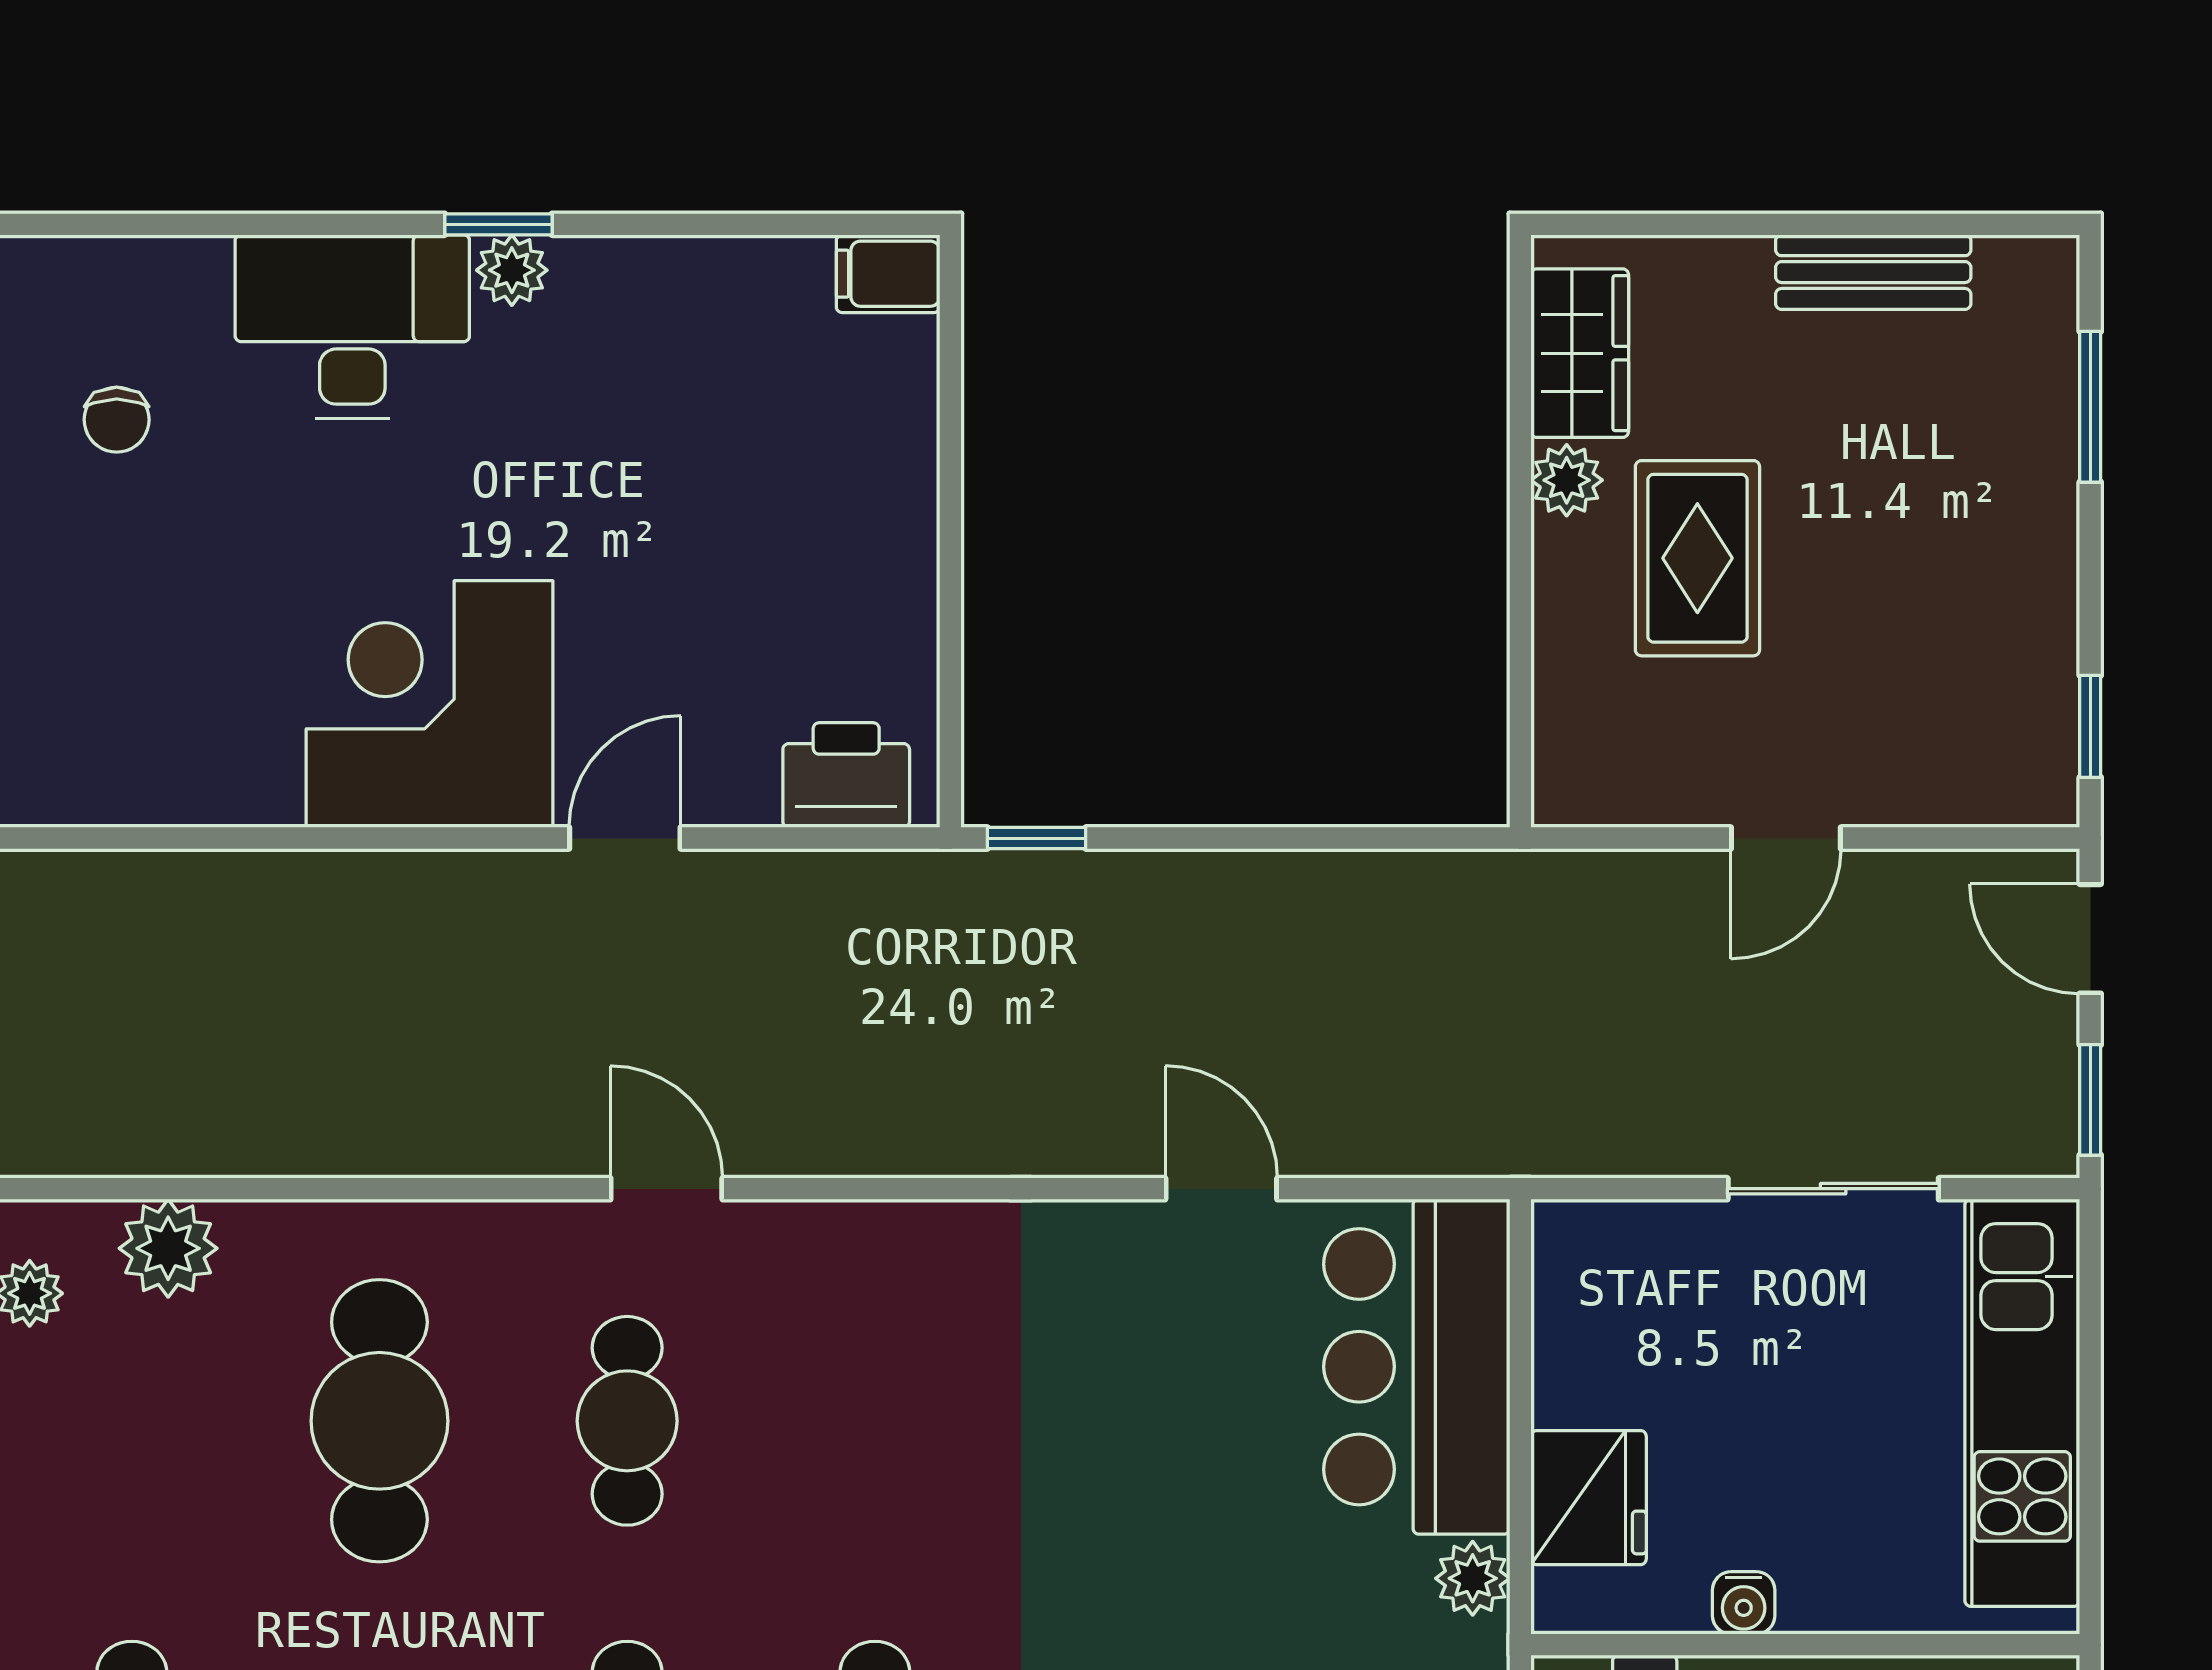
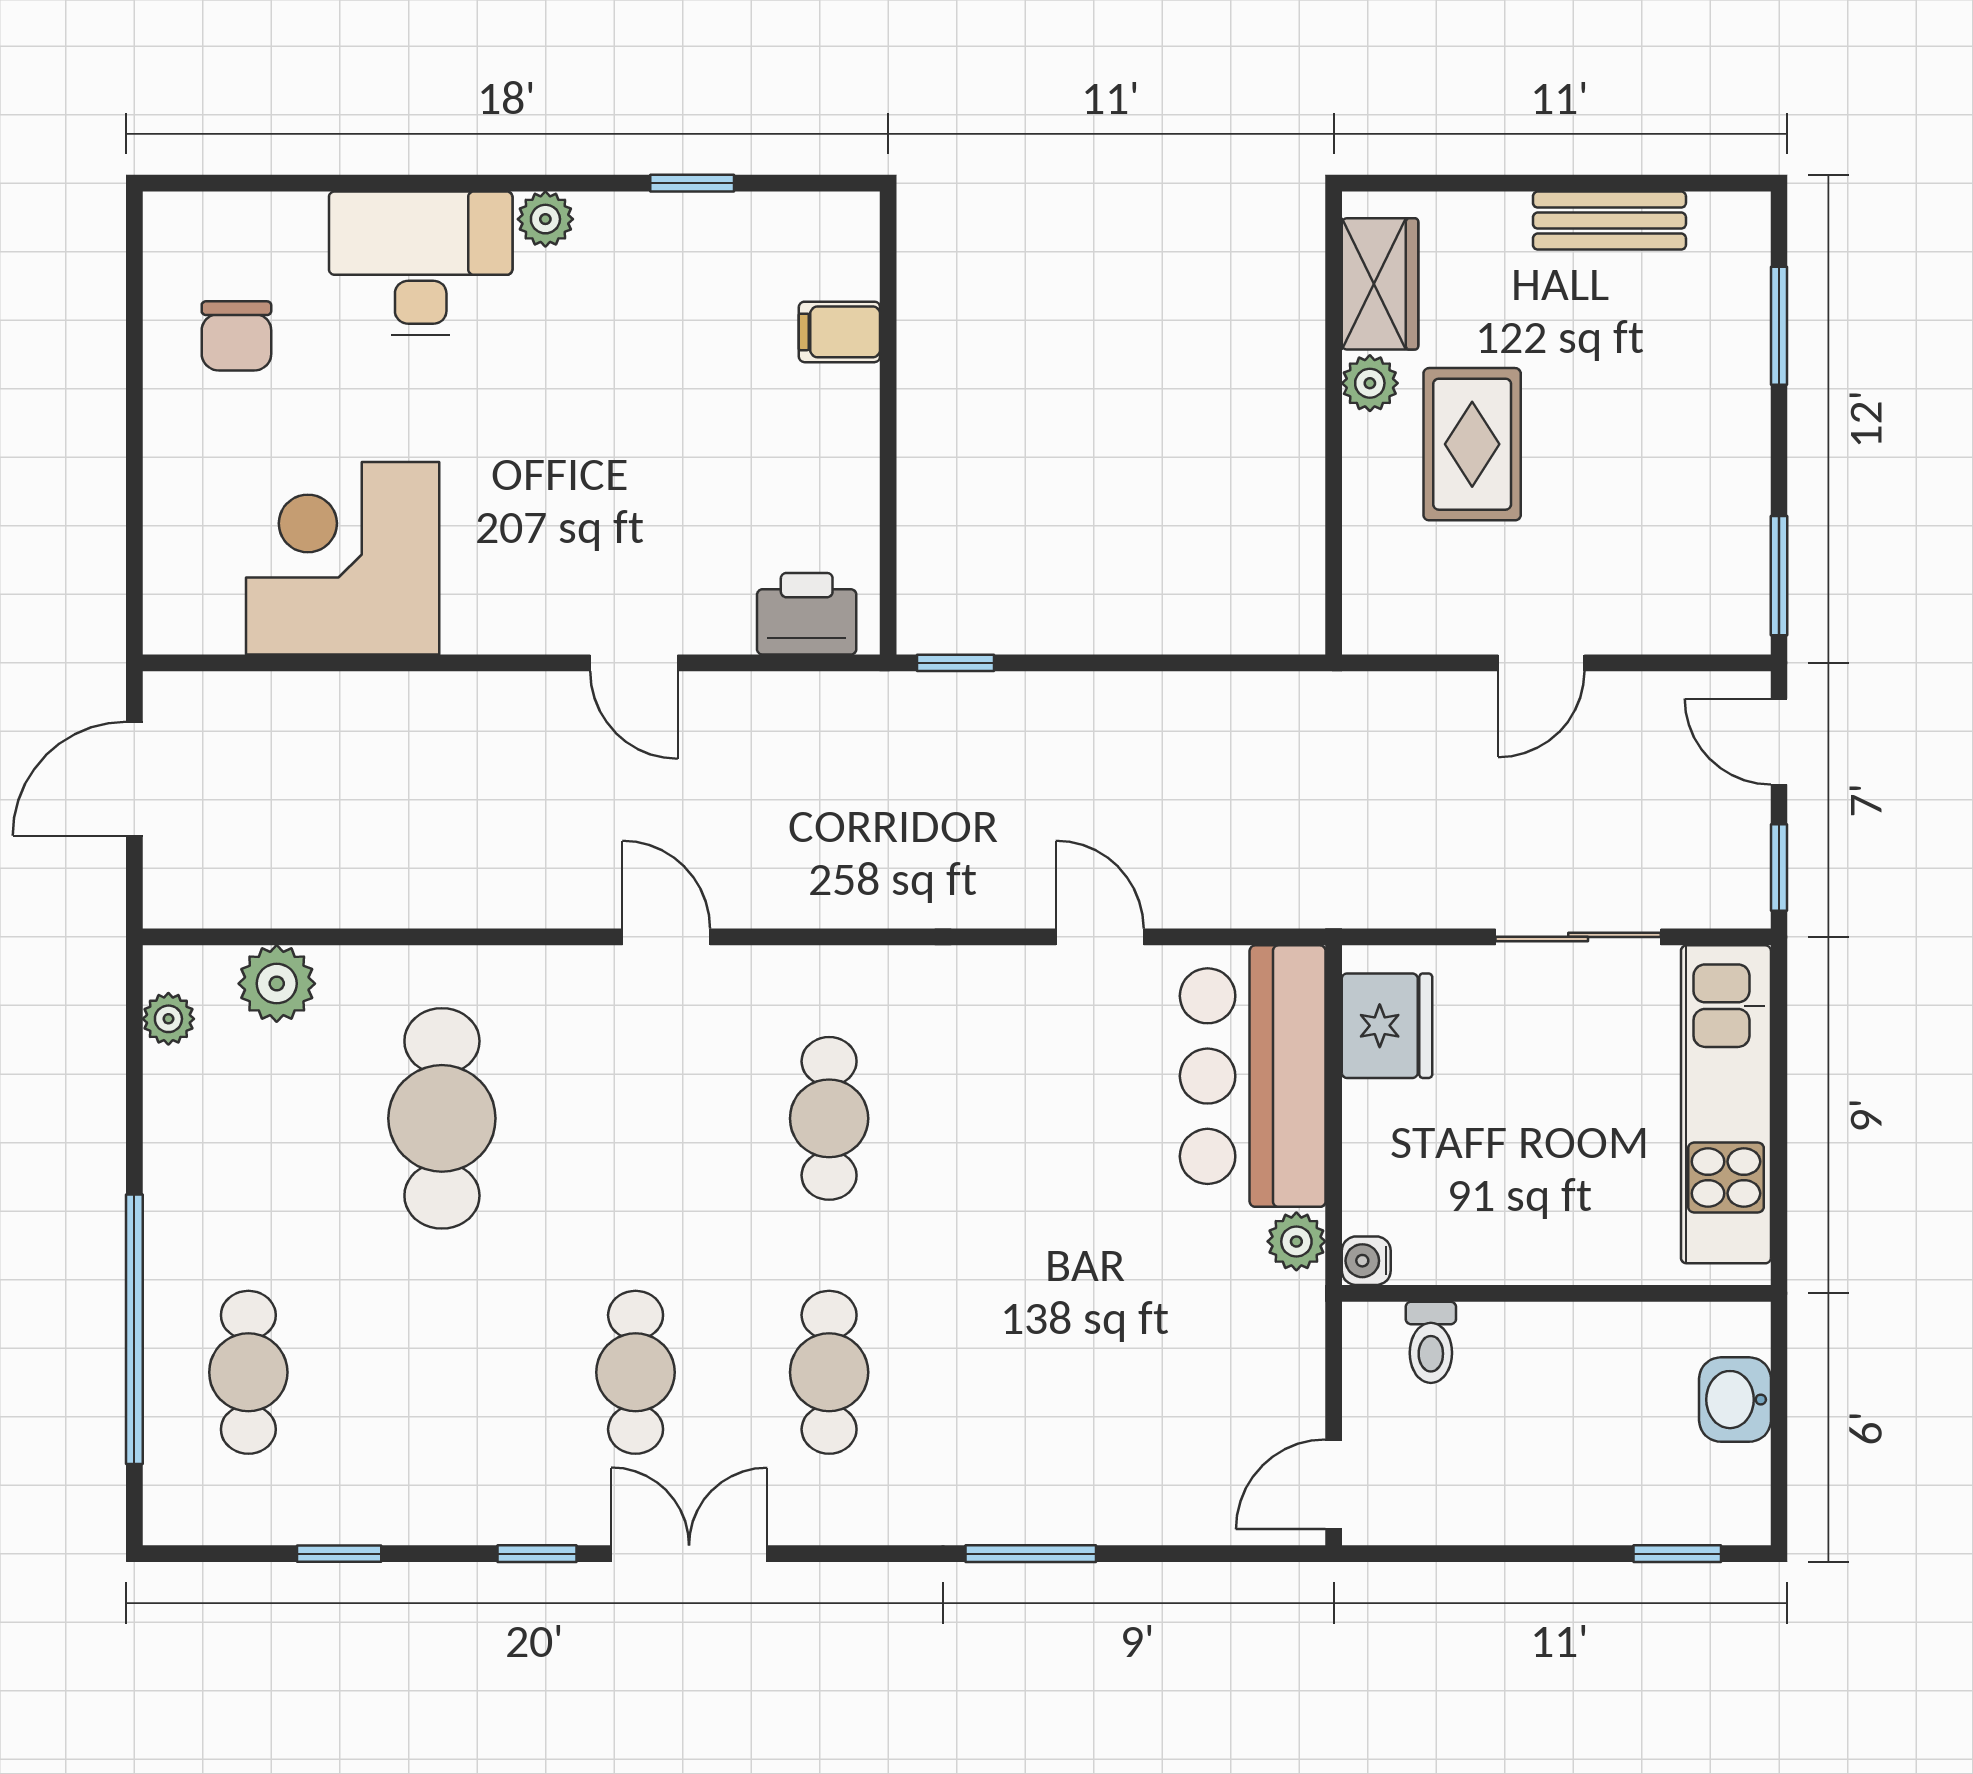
window: (498, 224) -> (692, 183), moved
filing cabinet: (888, 274) -> (839, 332), moved
chair: (117, 420) -> (236, 336), width x1.37, depth x1.37
corner desk: (430, 704) -> (343, 558), moved
window: (2090, 726) -> (1779, 576), width x1.50
door: (625, 838) -> (634, 663), swing flipped
cafe table: (627, 1421) -> (829, 1118), moved
fridge: (1589, 1498) -> (1387, 1026), moved
water cooler: (1744, 1603) -> (1366, 1261), moved, turned 90

